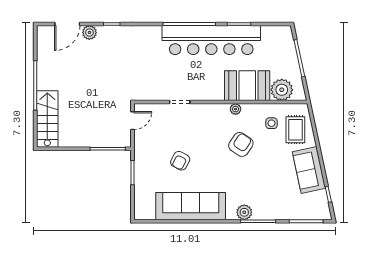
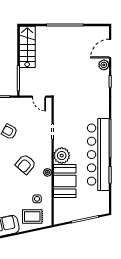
door: (67, 24) -> (110, 49), hinge flipped
plant: (282, 90) -> (62, 156), moved
stairs: (47, 119) -> (27, 47), moved, turned -90
armchair: (241, 144) -> (26, 164), moved, turned 96

